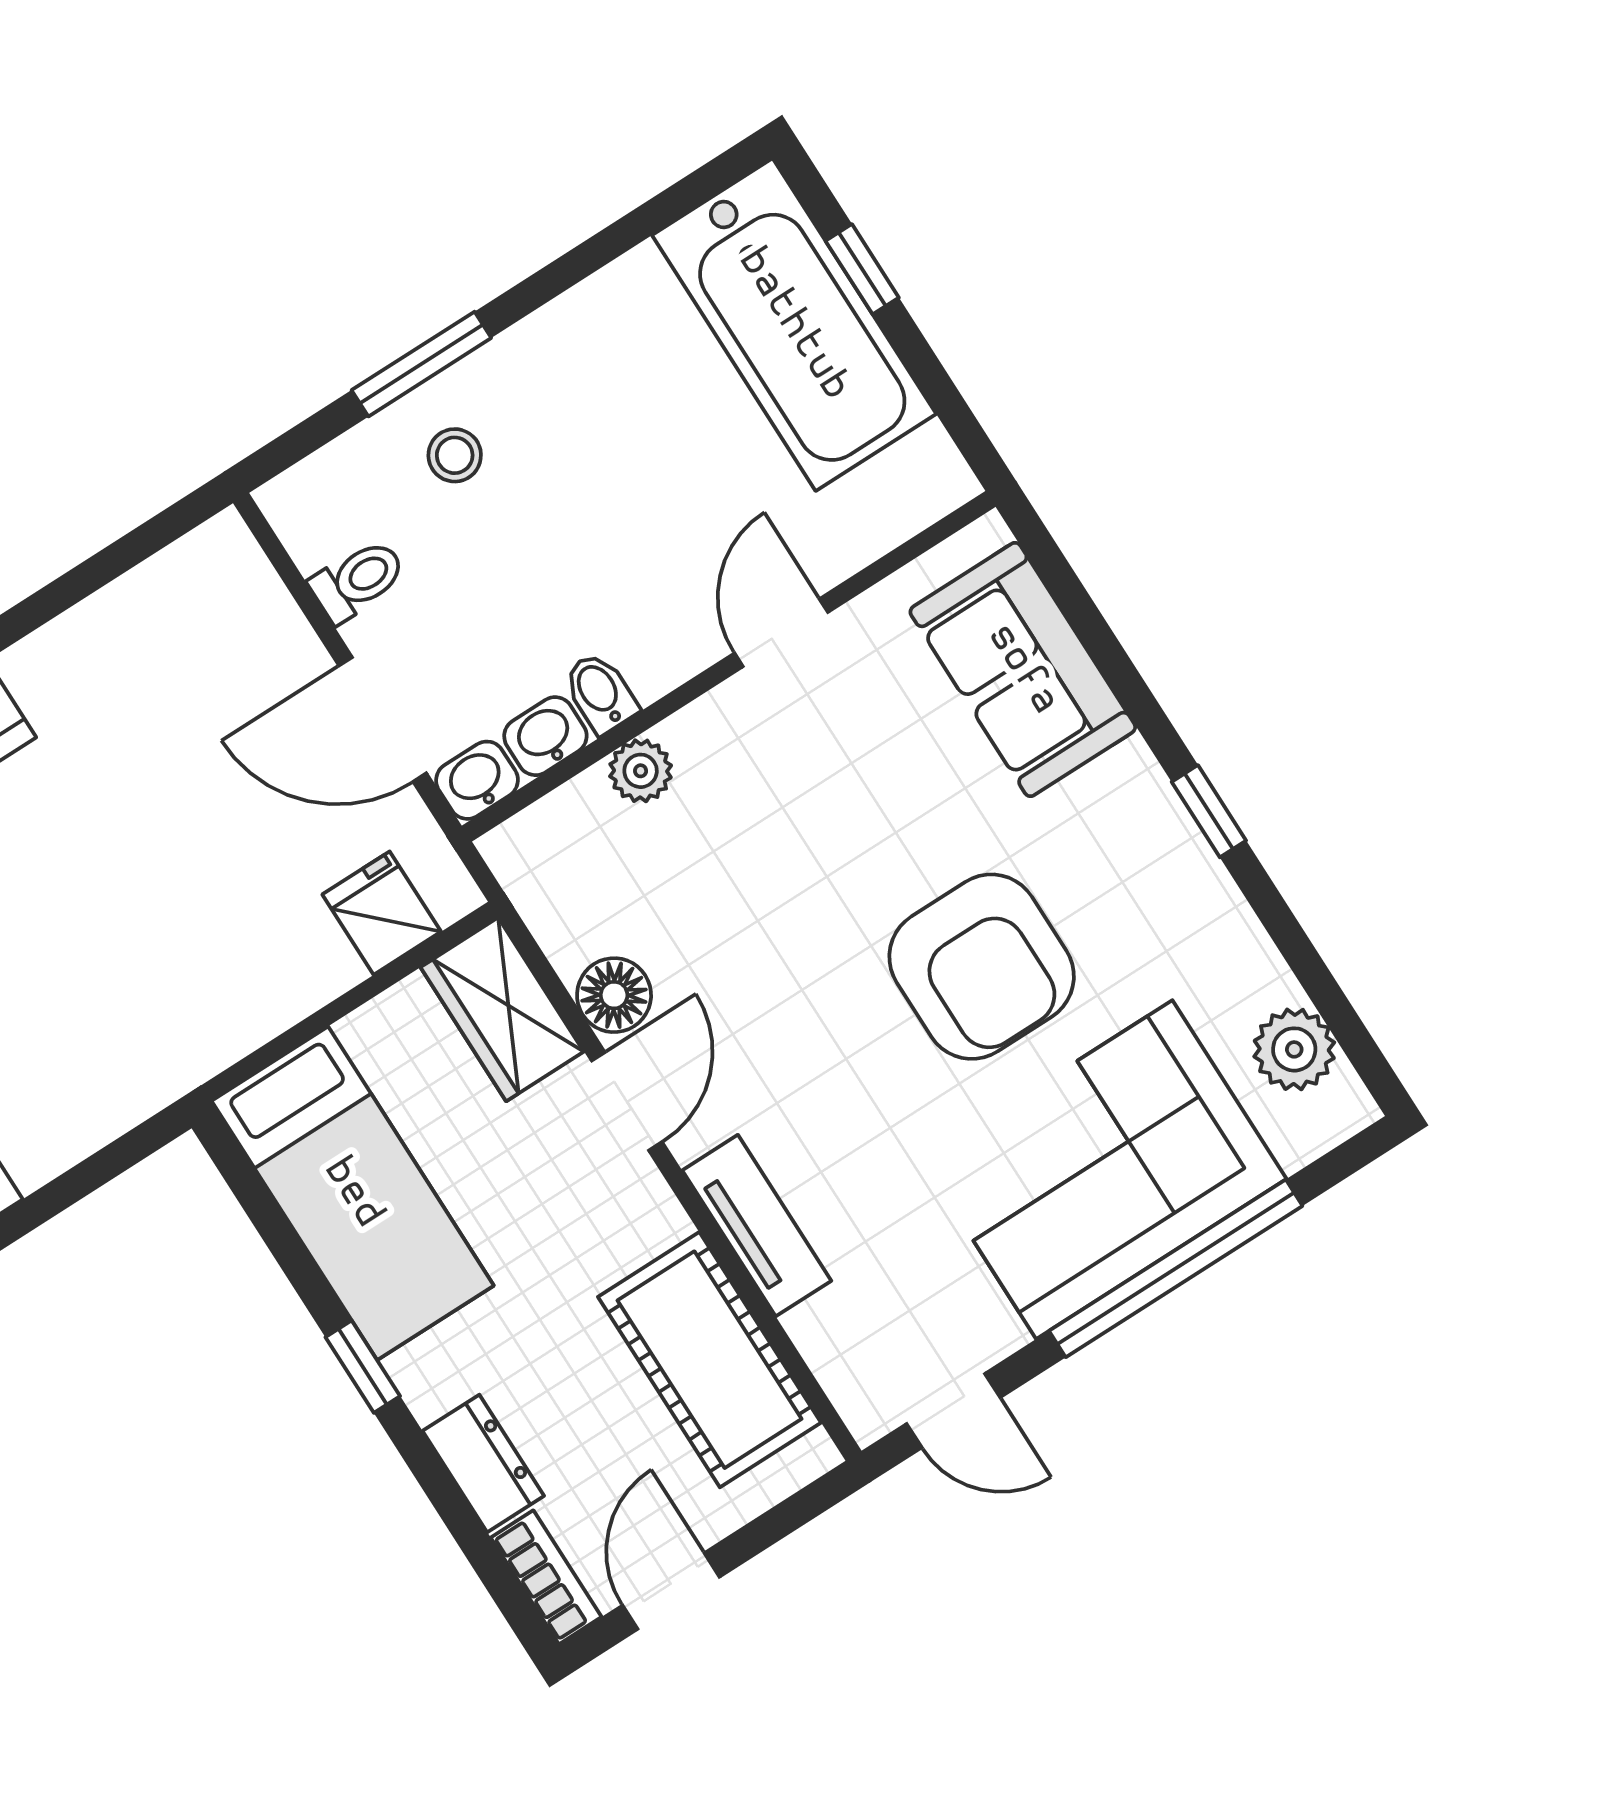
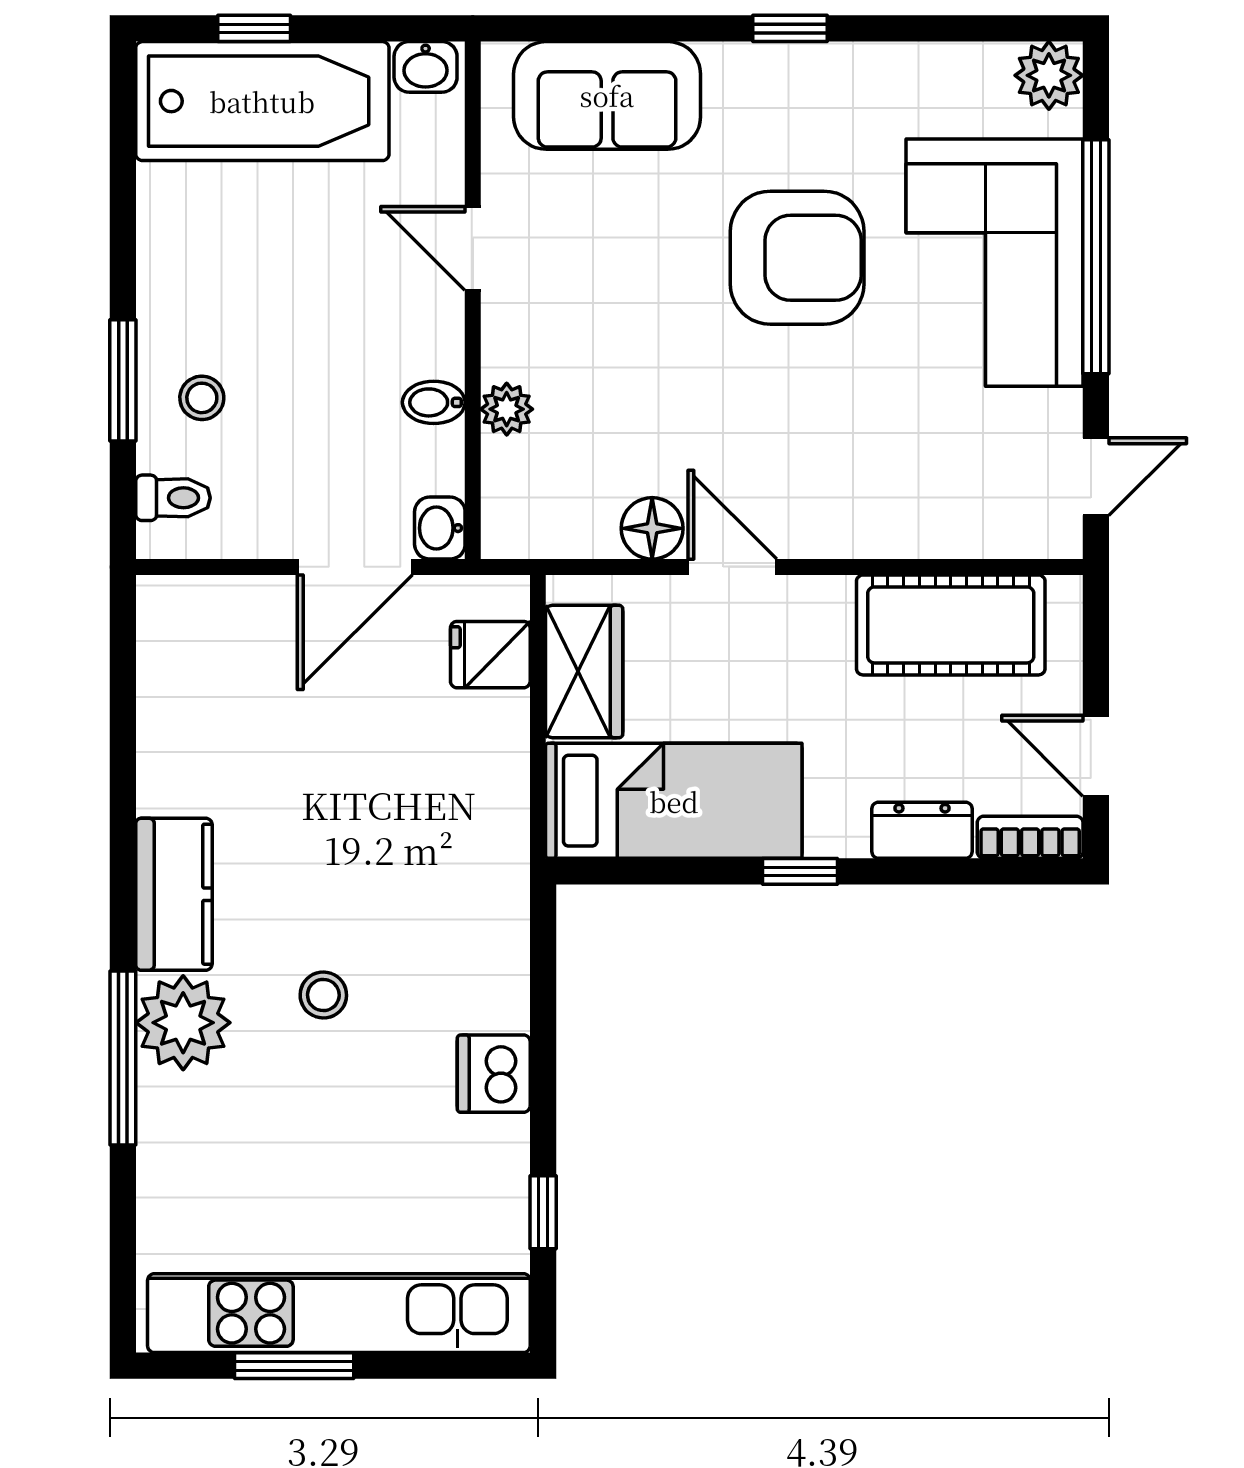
toilet: (358, 580) -> (173, 498), moved, turned 90
washbasin: (545, 736) -> (426, 67), moved, turned -90
wardrobe: (502, 1009) -> (584, 671), moved, turned -90
plant: (1294, 1049) -> (1049, 75), moved
tv unit: (757, 1226) -> (878, 532), removed

